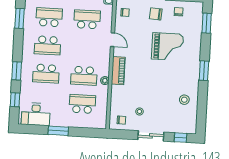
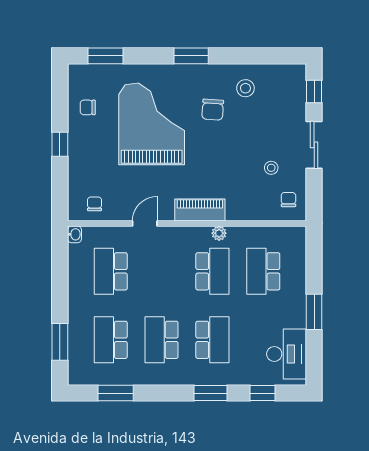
chair: (156, 14) -> (213, 110), moved
school desk: (48, 45) -> (162, 340), turned 180
grand piano: (167, 47) -> (152, 124), width x1.37, depth x1.48

